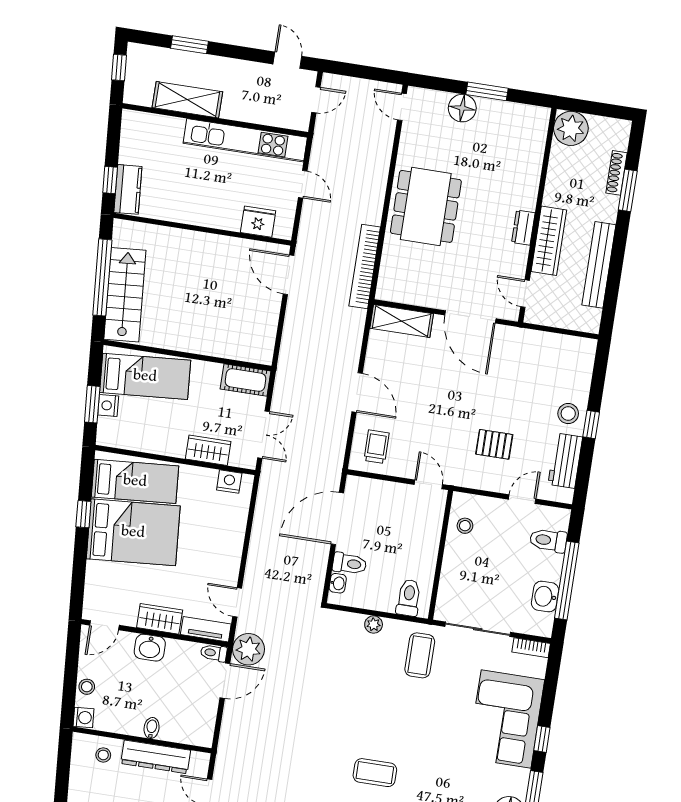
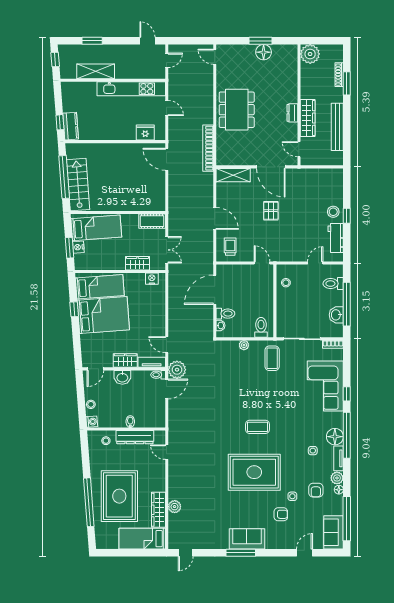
floor lamp: (462, 108) -> (264, 52), moved
pallet: (494, 444) -> (271, 211), moved, turned 90

